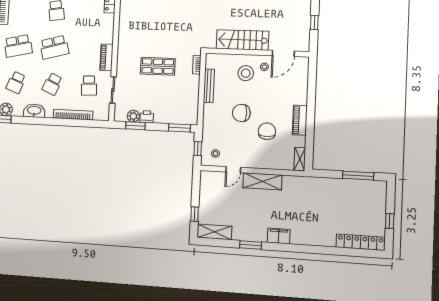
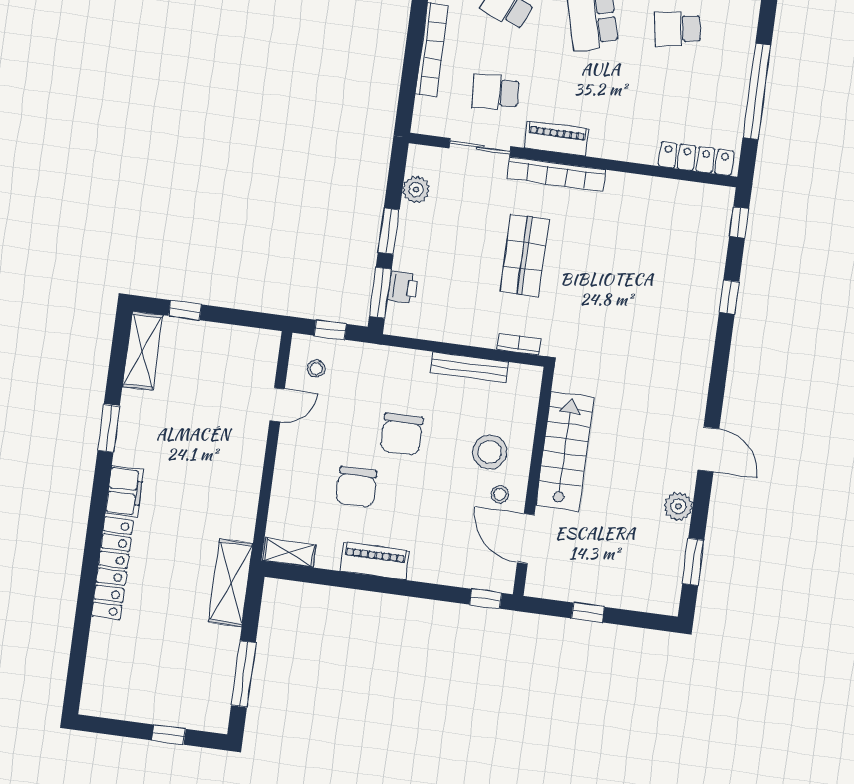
bookcase: (122, 56) -> (556, 174), added
window: (312, 69) -> (486, 599), added
chair: (241, 113) -> (402, 434), turned 180
printer: (147, 117) -> (403, 287), moved
window: (135, 126) -> (389, 231), moved
chair: (267, 131) -> (356, 487), turned 90
door: (233, 170) -> (277, 405), swing flipped
shelving: (262, 181) -> (231, 583), moved
window: (390, 221) -> (169, 735), moved
locker: (361, 242) -> (112, 568), moved

